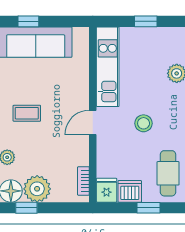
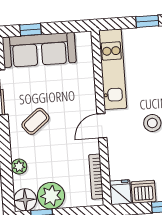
coffee table: (27, 113) -> (35, 121), turned -39
bookcase: (83, 181) -> (96, 177), width x1.56

